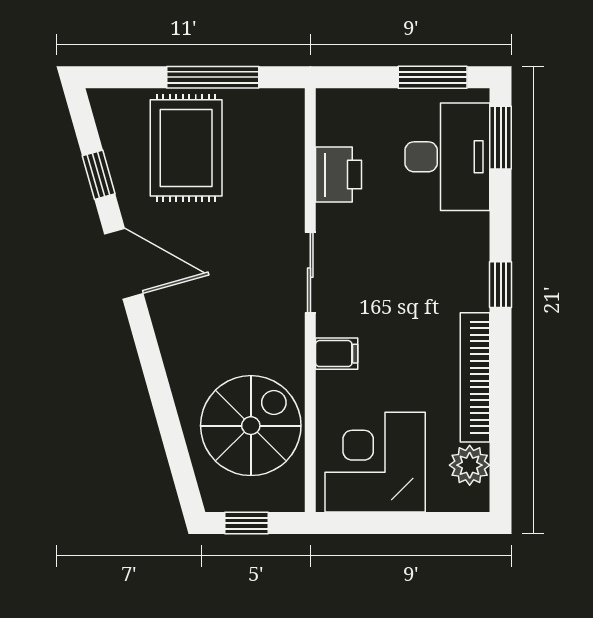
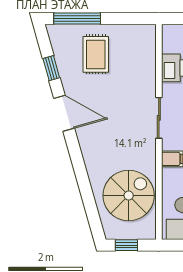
window: (213, 77) -> (77, 19), moved
rug: (186, 148) -> (96, 54), width x0.73, depth x0.70

